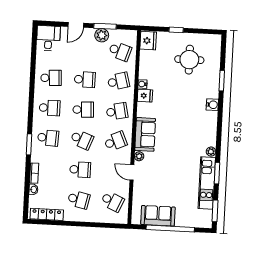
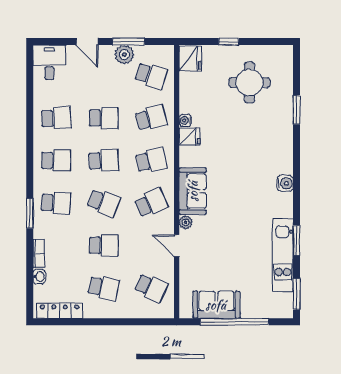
door: (76, 25) -> (87, 42), hinge flipped
water cooler: (212, 105) -> (285, 183), moved
plant: (211, 152) -> (287, 211), removed

